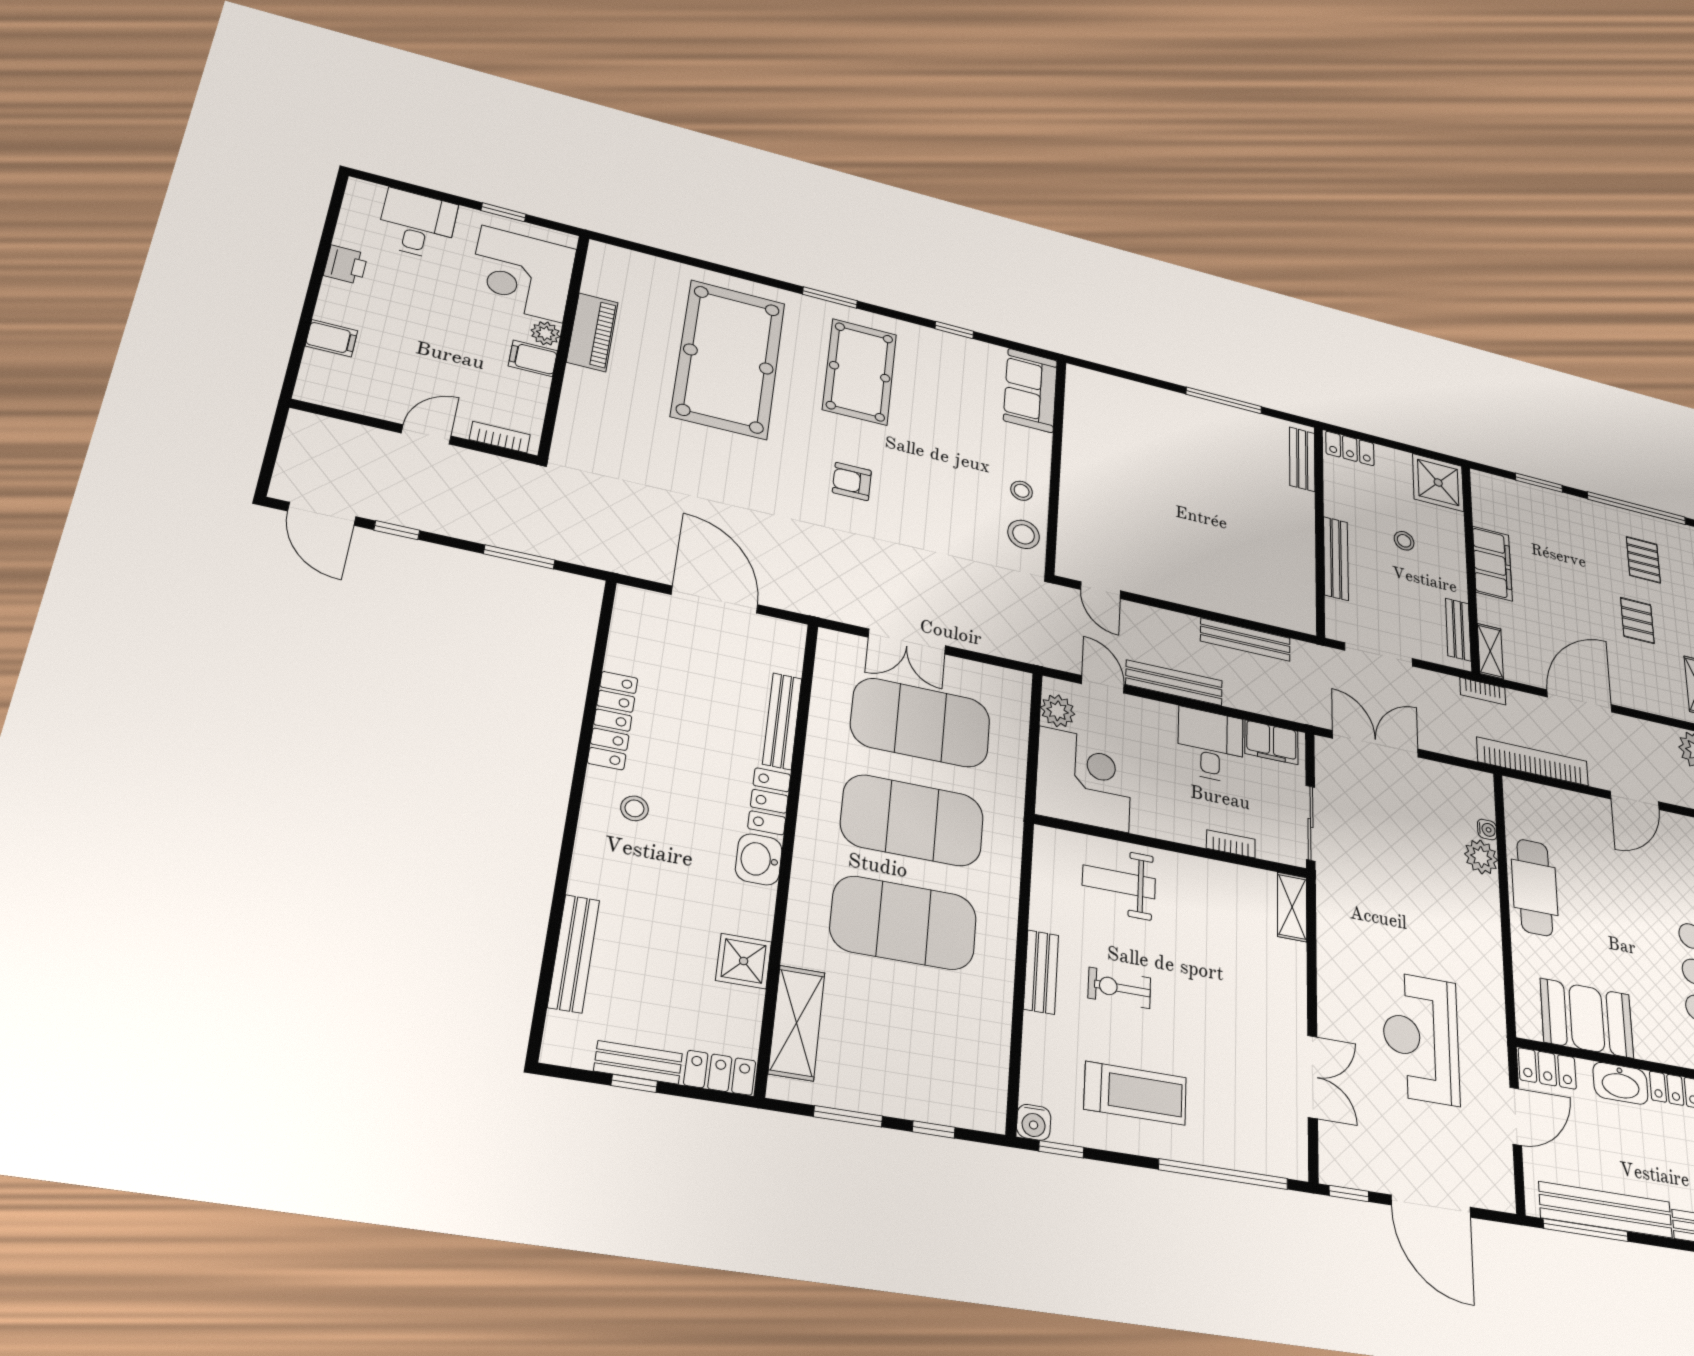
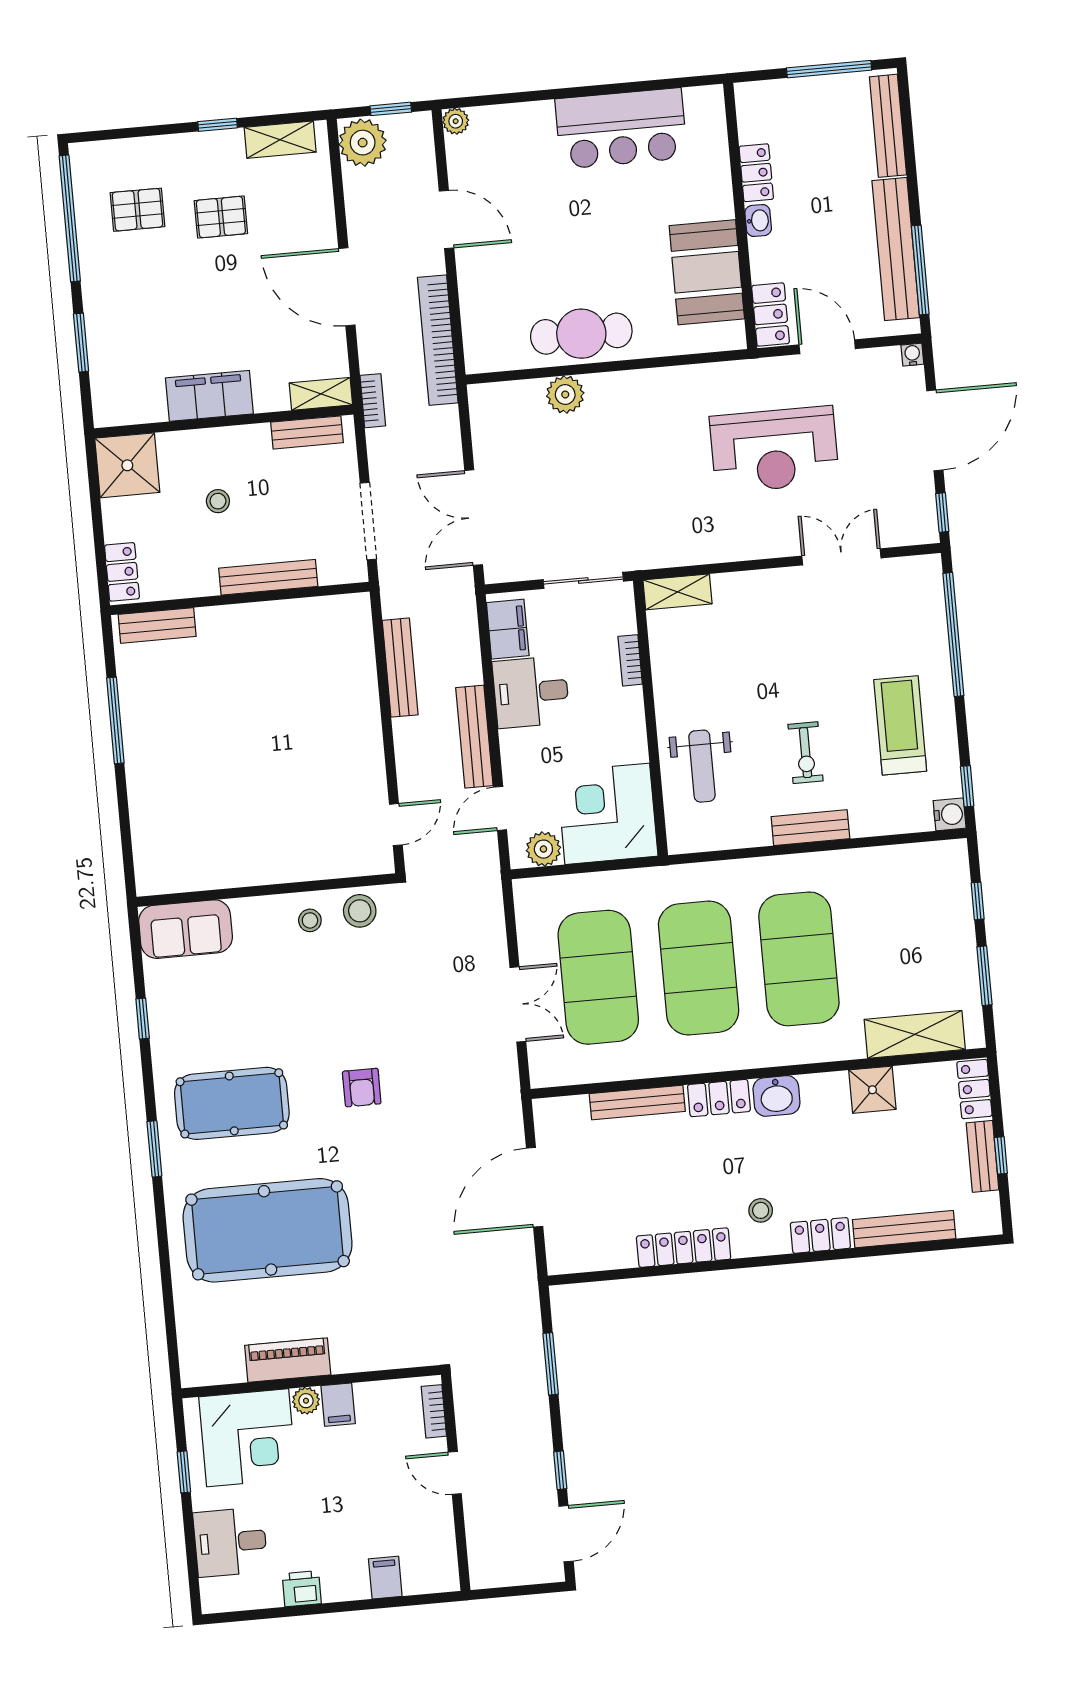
water cooler: (1487, 830) -> (912, 355), moved
locker: (590, 862) -> (820, 1235), added
washbasin: (1620, 1083) -> (758, 220), width x0.52, depth x0.69

